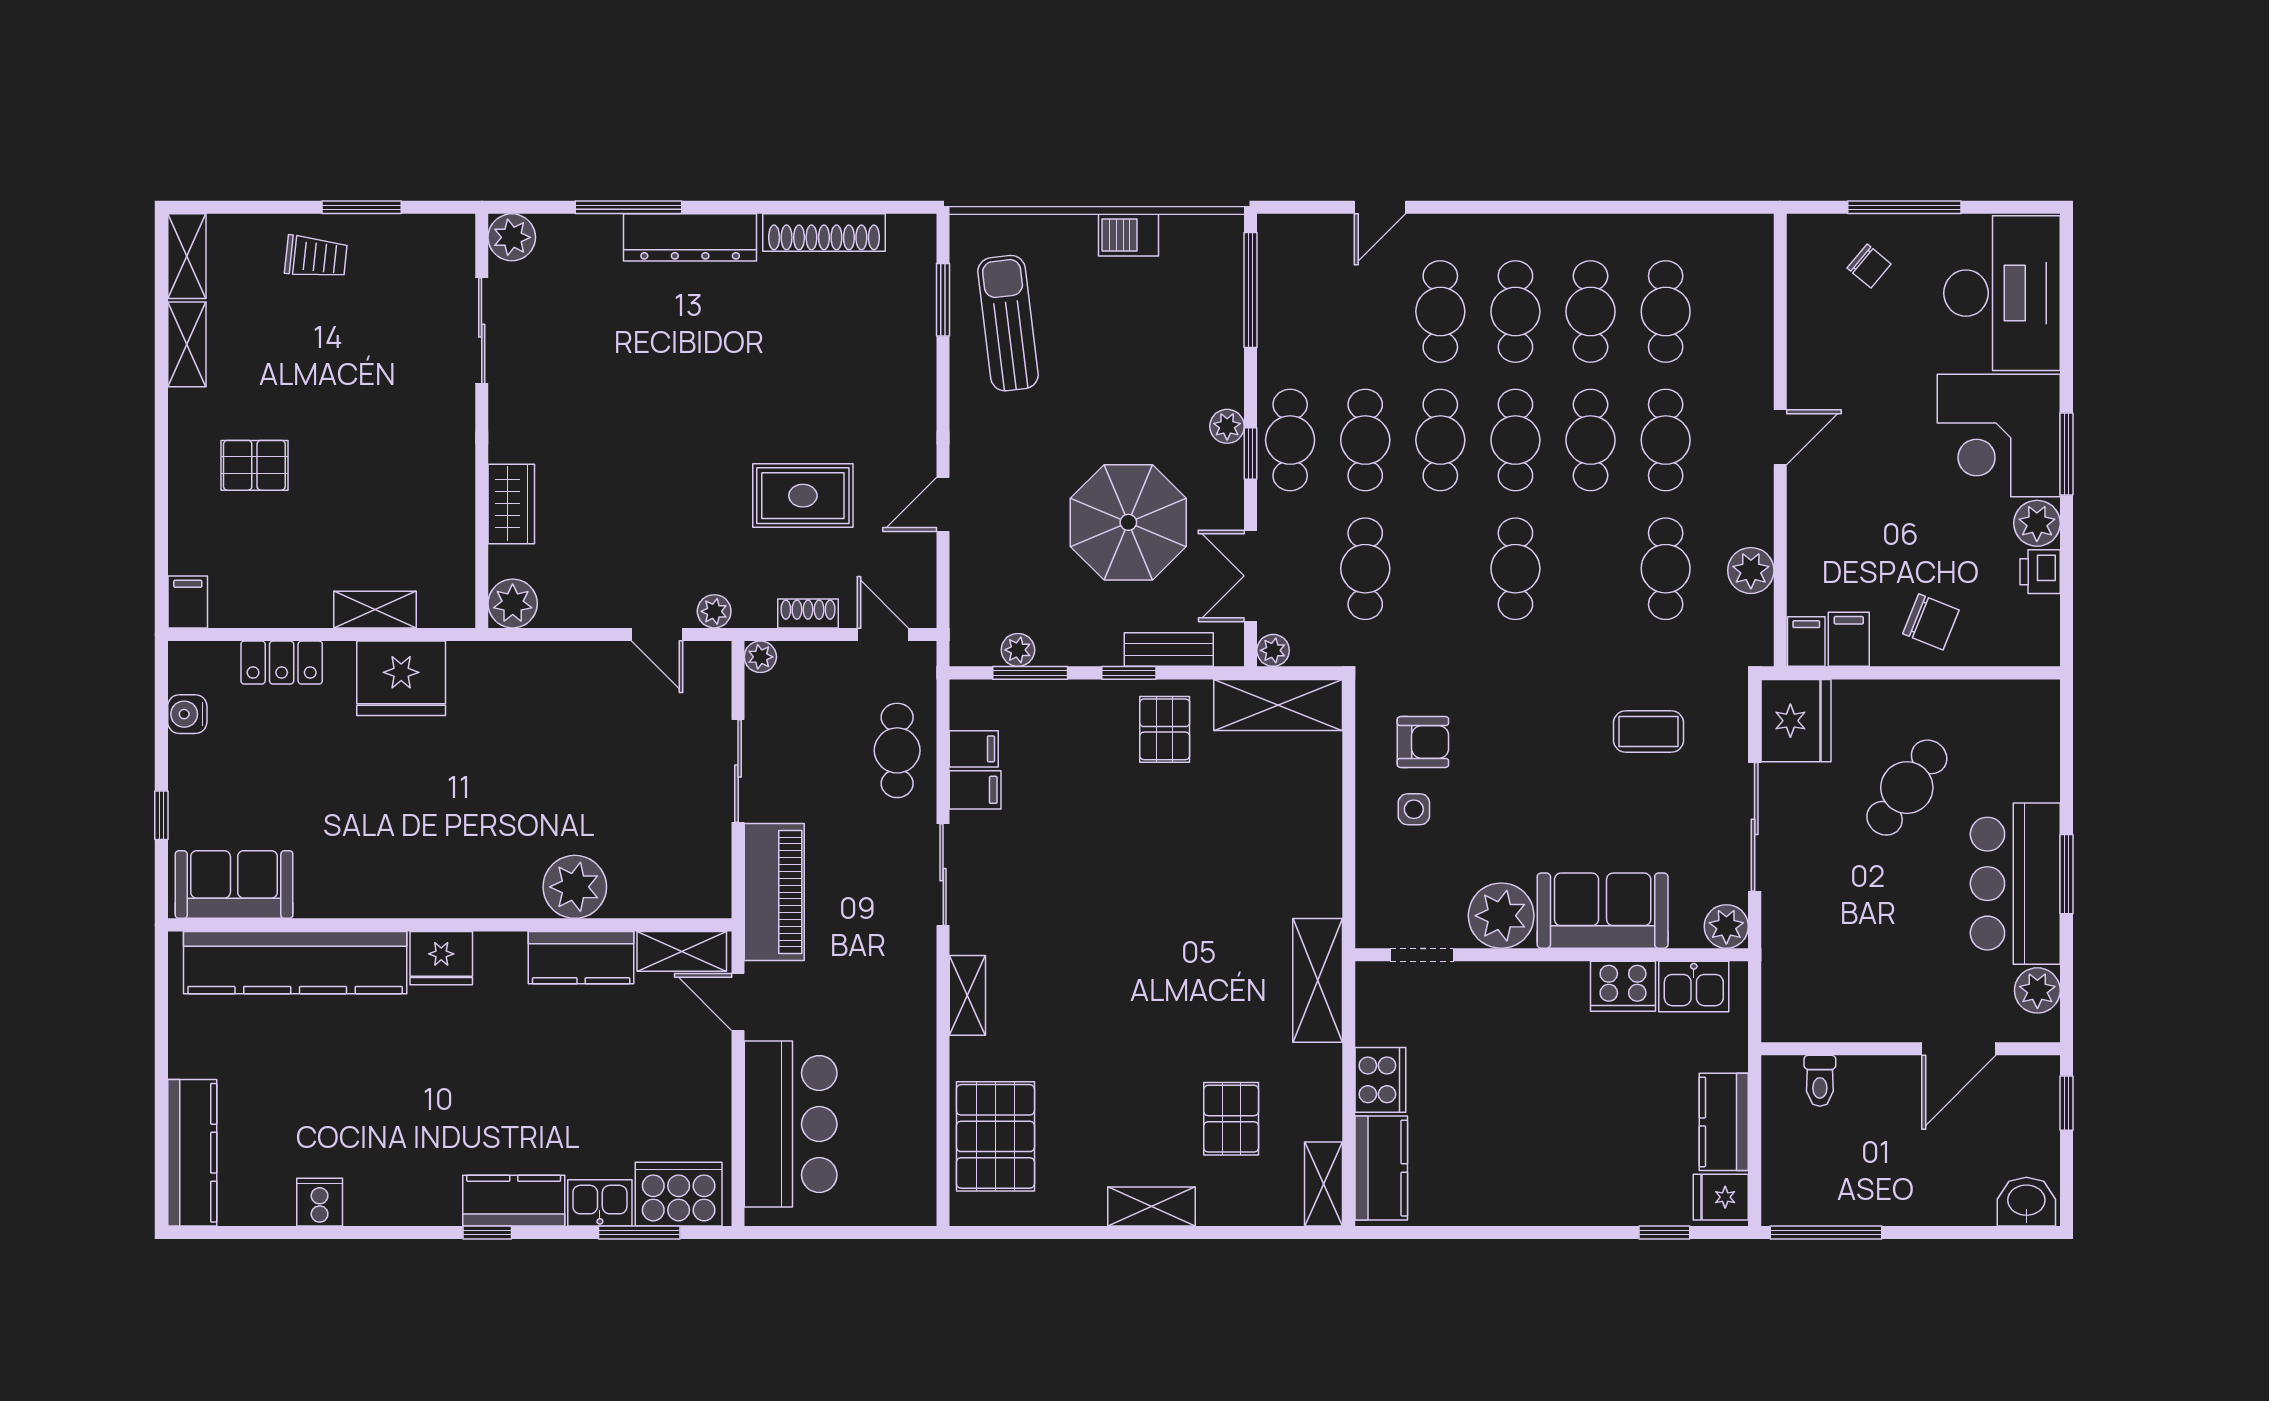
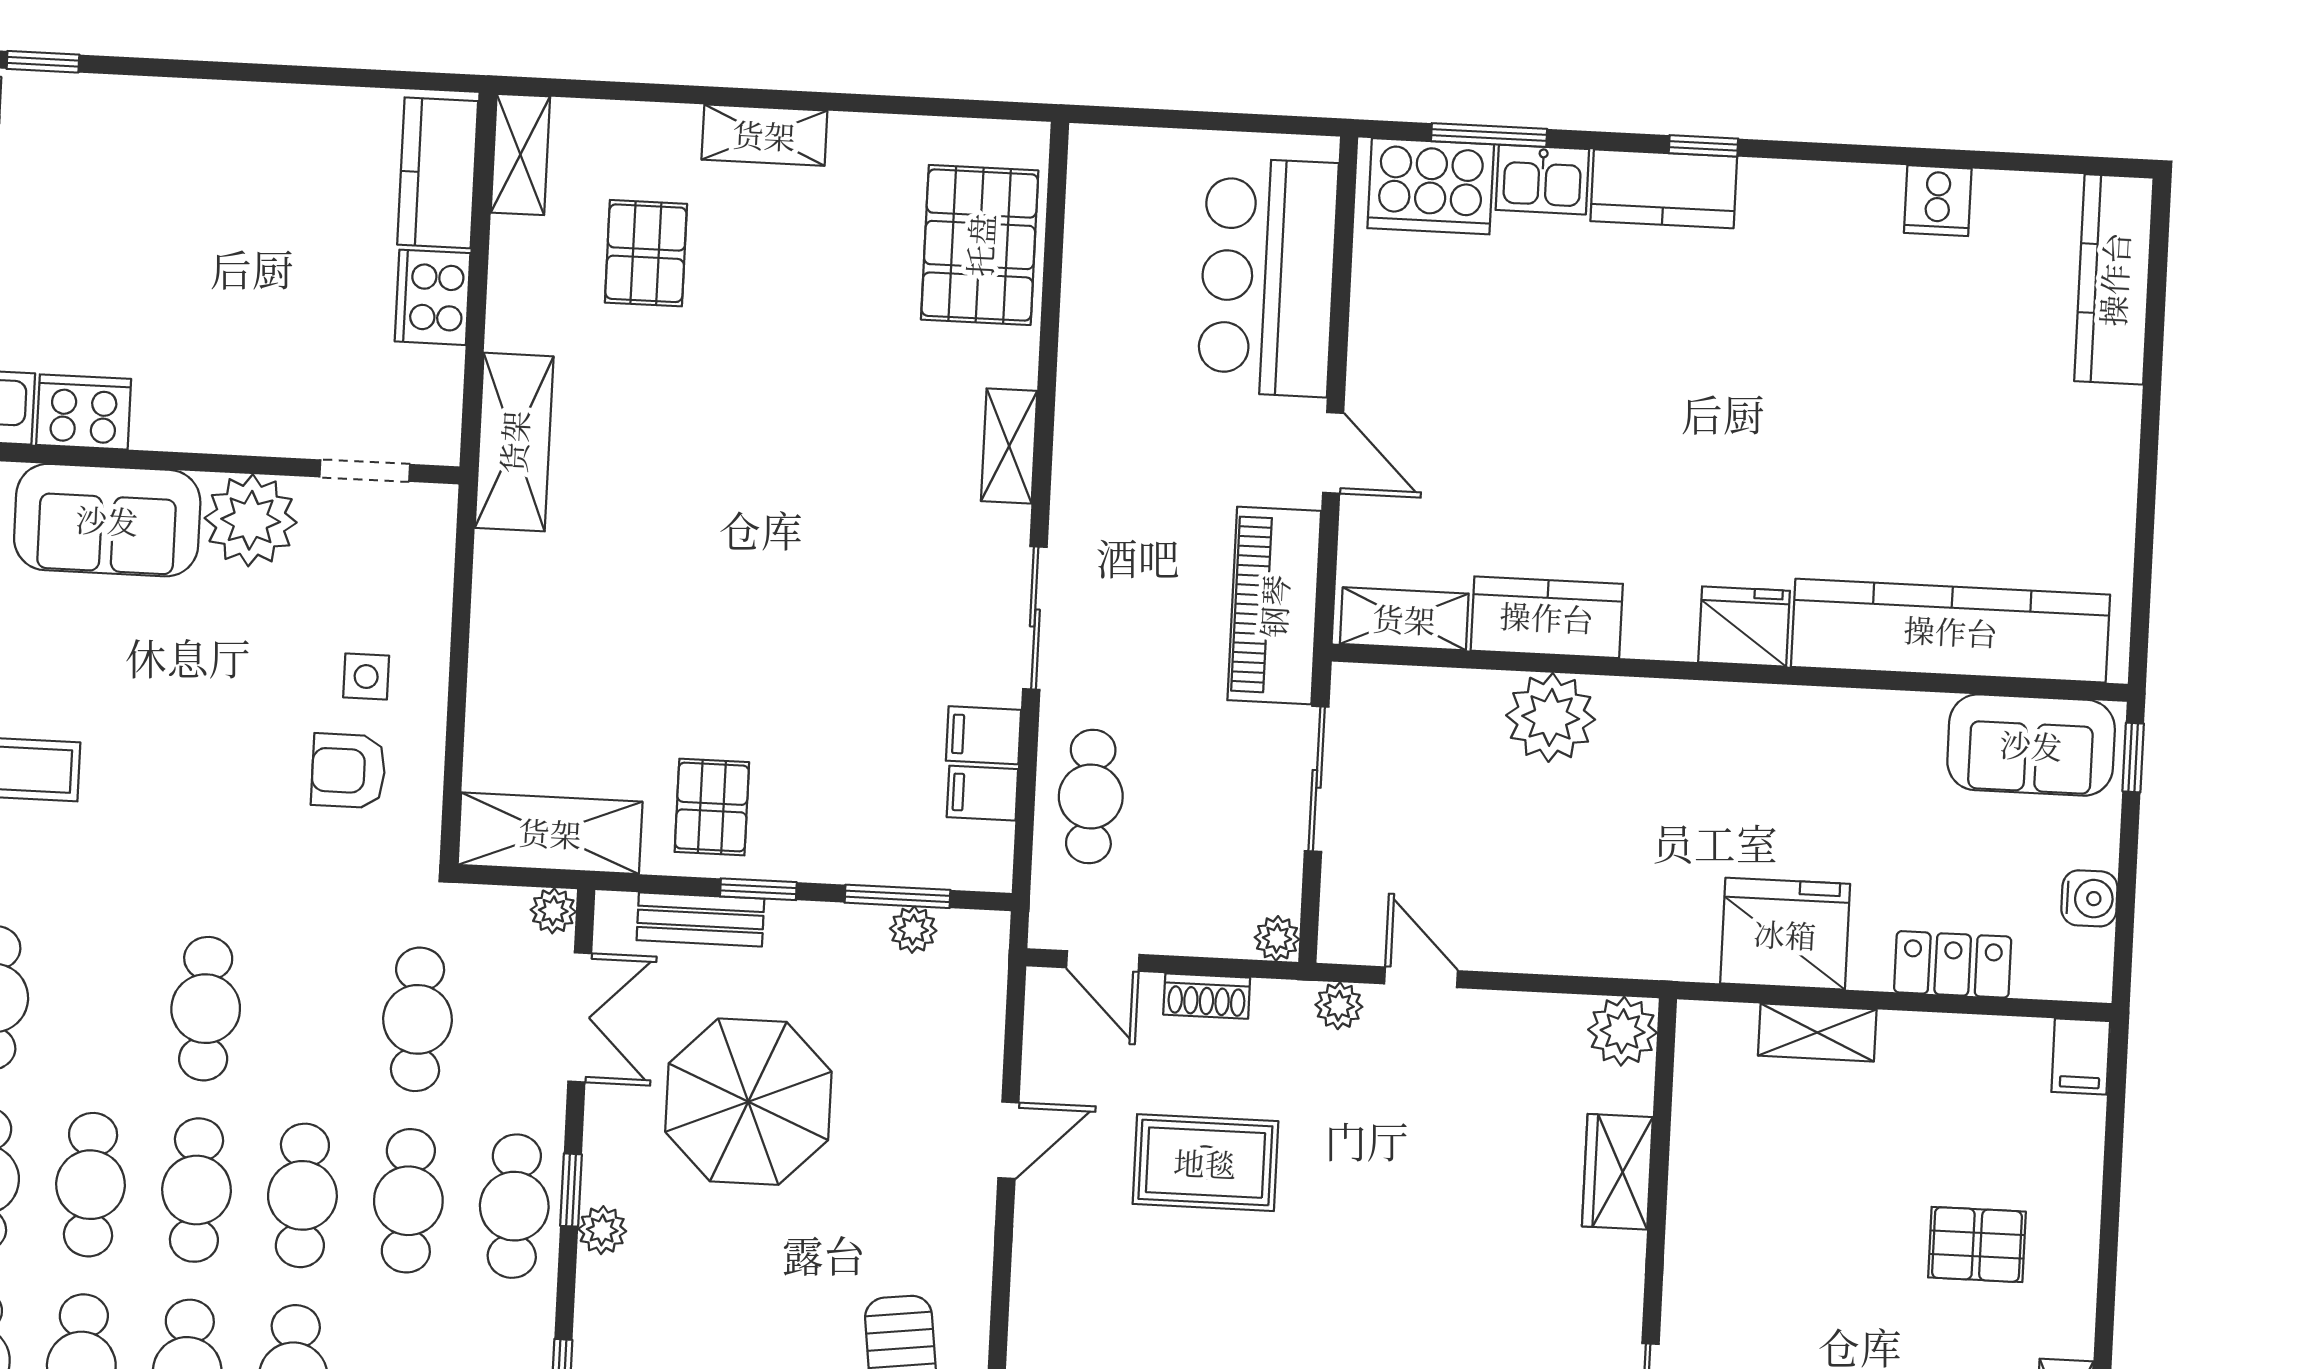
sofa: (234, 885) -> (2031, 745), moved
plant: (575, 887) -> (1551, 717), moved
wall: (450, 925) -> (1730, 673), moved
shelving: (682, 951) -> (1404, 619), moved
fridge: (441, 958) -> (1744, 626), moved
kitchen counter: (581, 958) -> (1547, 617), moved
kitchen counter: (295, 963) -> (1951, 631), moved

